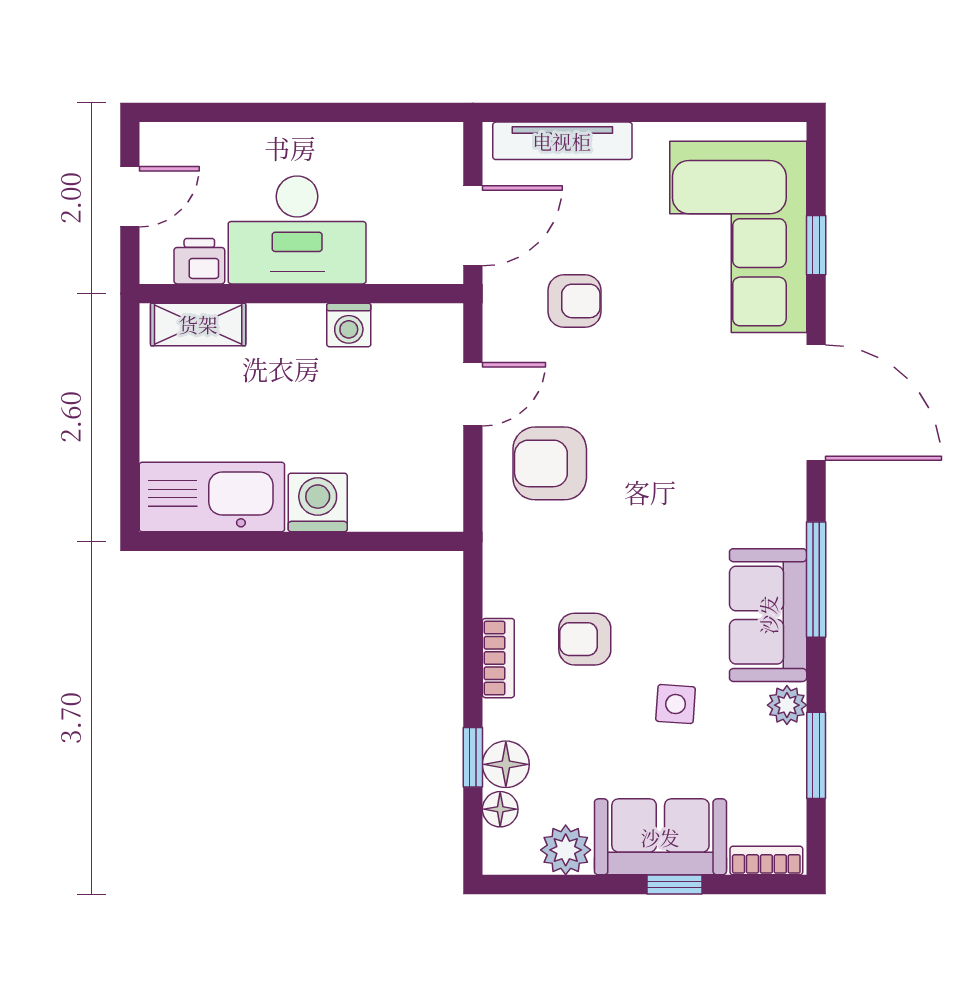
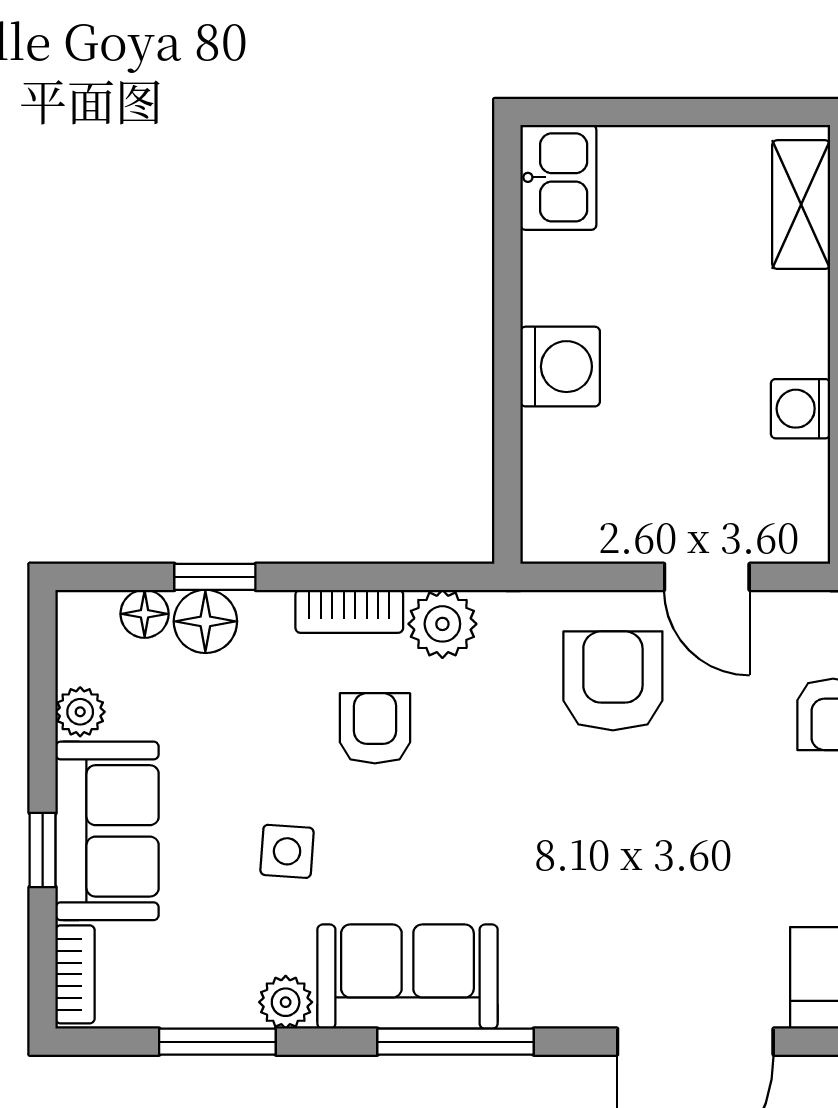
kitchen sink: (212, 497) -> (558, 177), width x0.53, depth x0.81
plant: (508, 589) -> (442, 624), added
plant: (566, 850) -> (80, 712), width x0.73, depth x0.73

